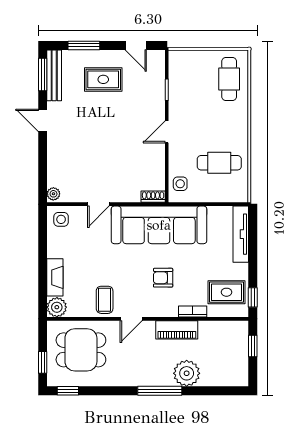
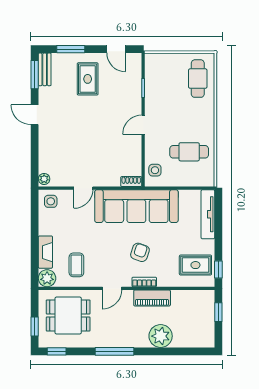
bench: (54, 75) -> (45, 69), width x0.73
rug: (103, 79) -> (88, 79), turned 90
armchair: (163, 278) -> (140, 252), turned 109
coffee table: (105, 300) -> (76, 265), moved
bookcase: (193, 311) -> (144, 282), moved
window: (160, 391) -> (114, 351), moved

